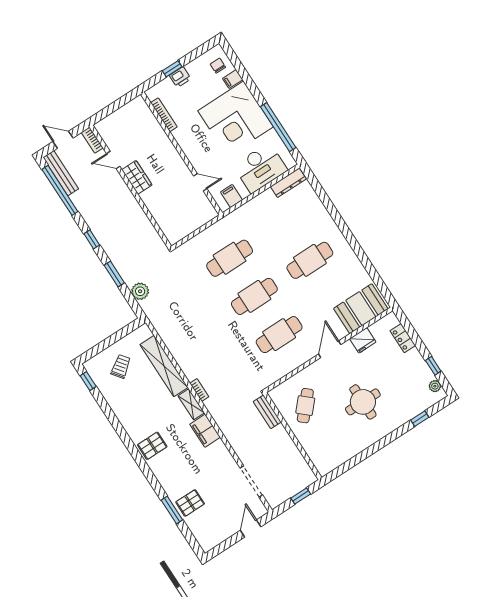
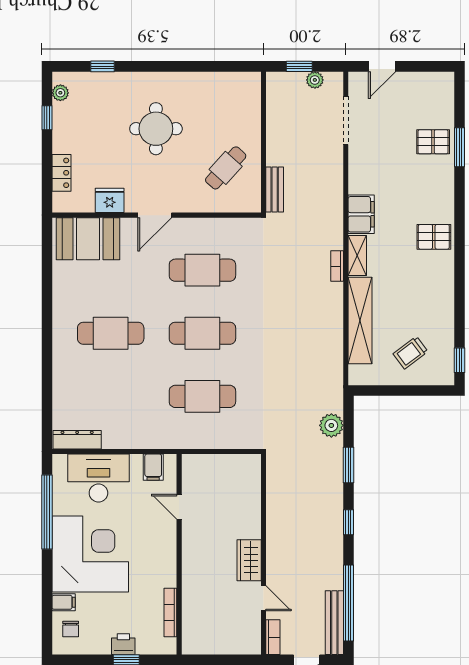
plant: (286, 494) -> (315, 80), added

